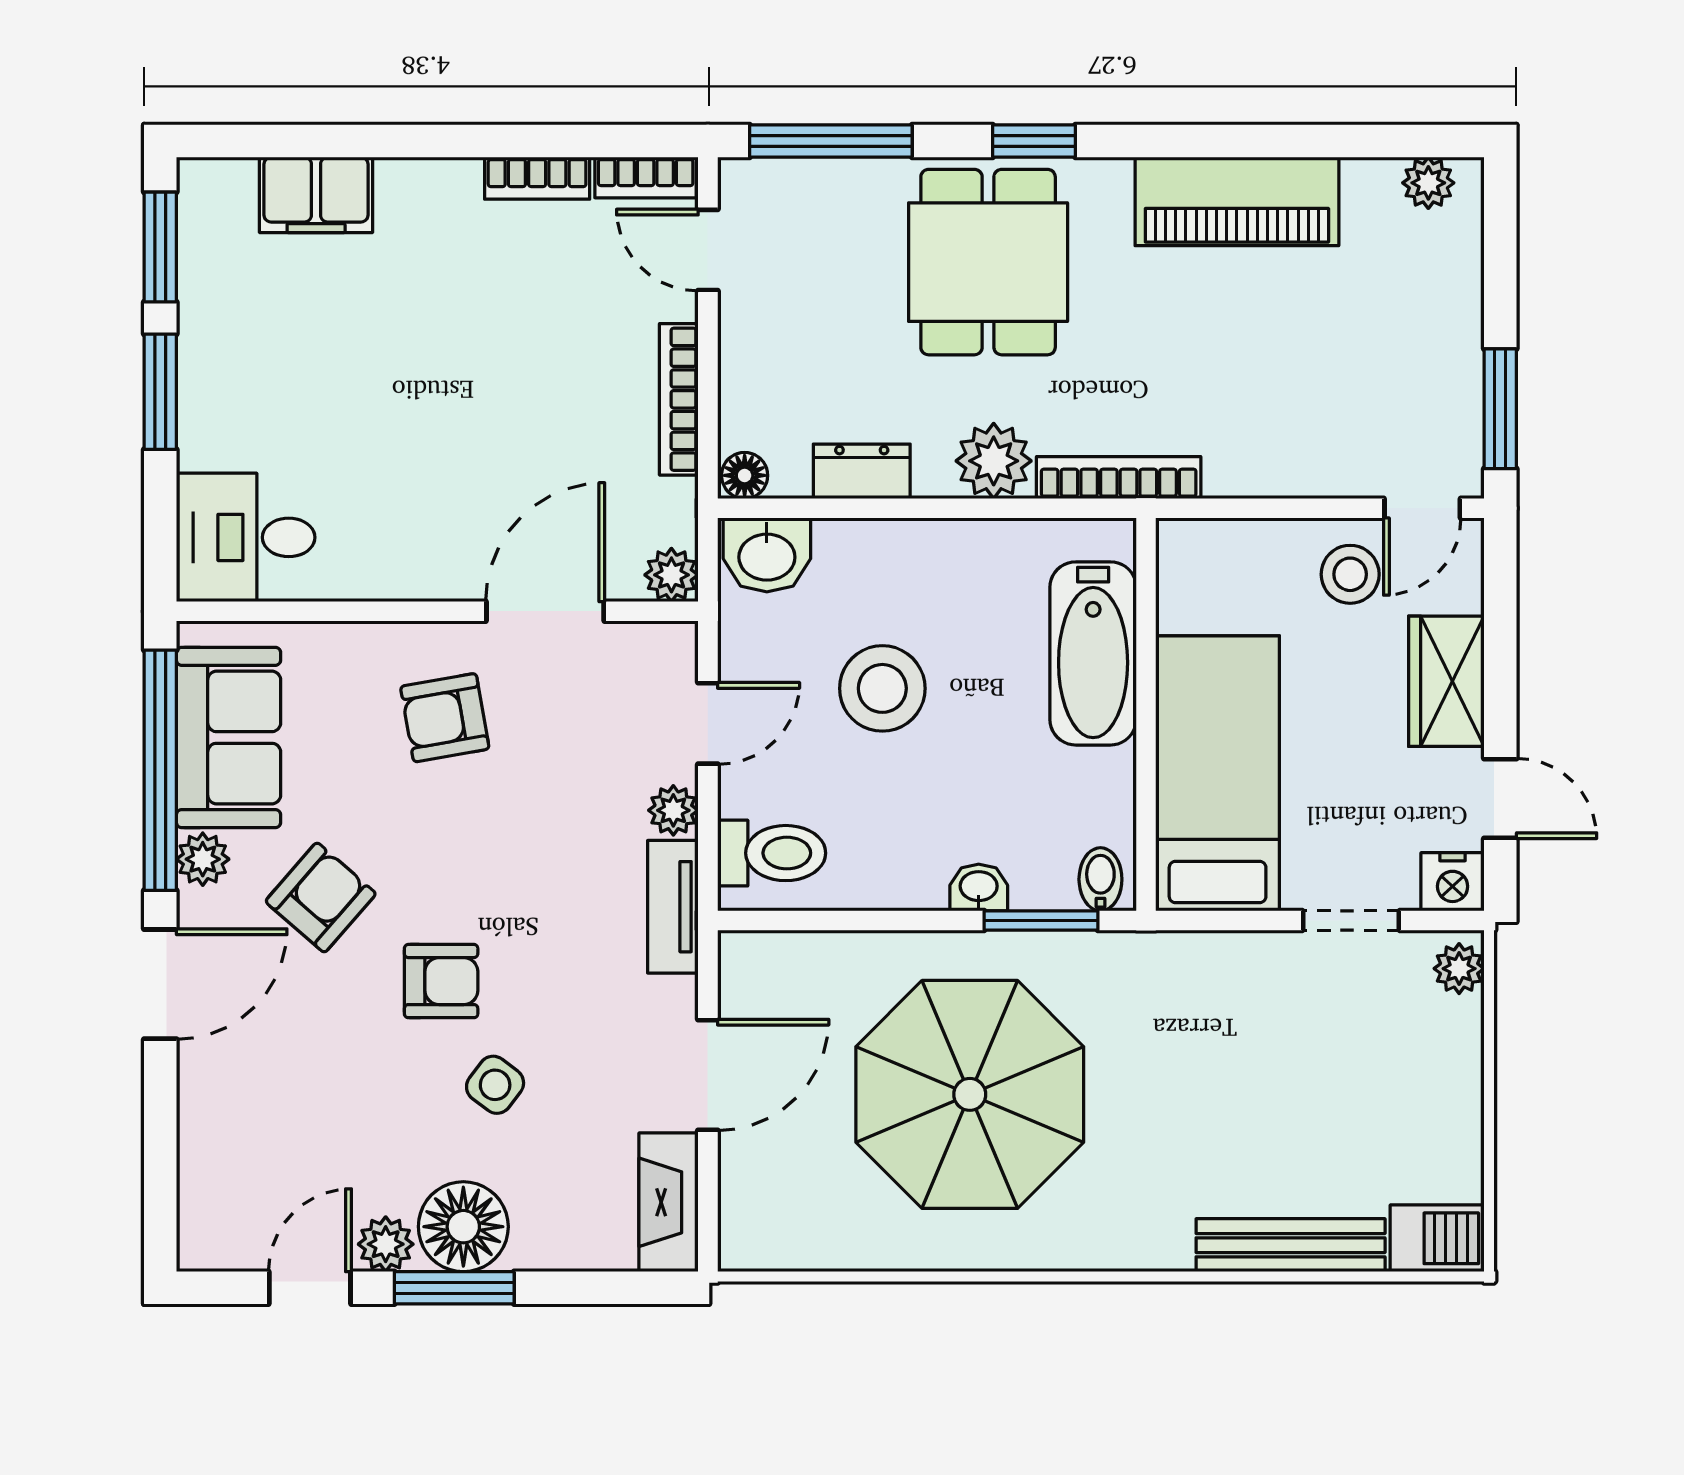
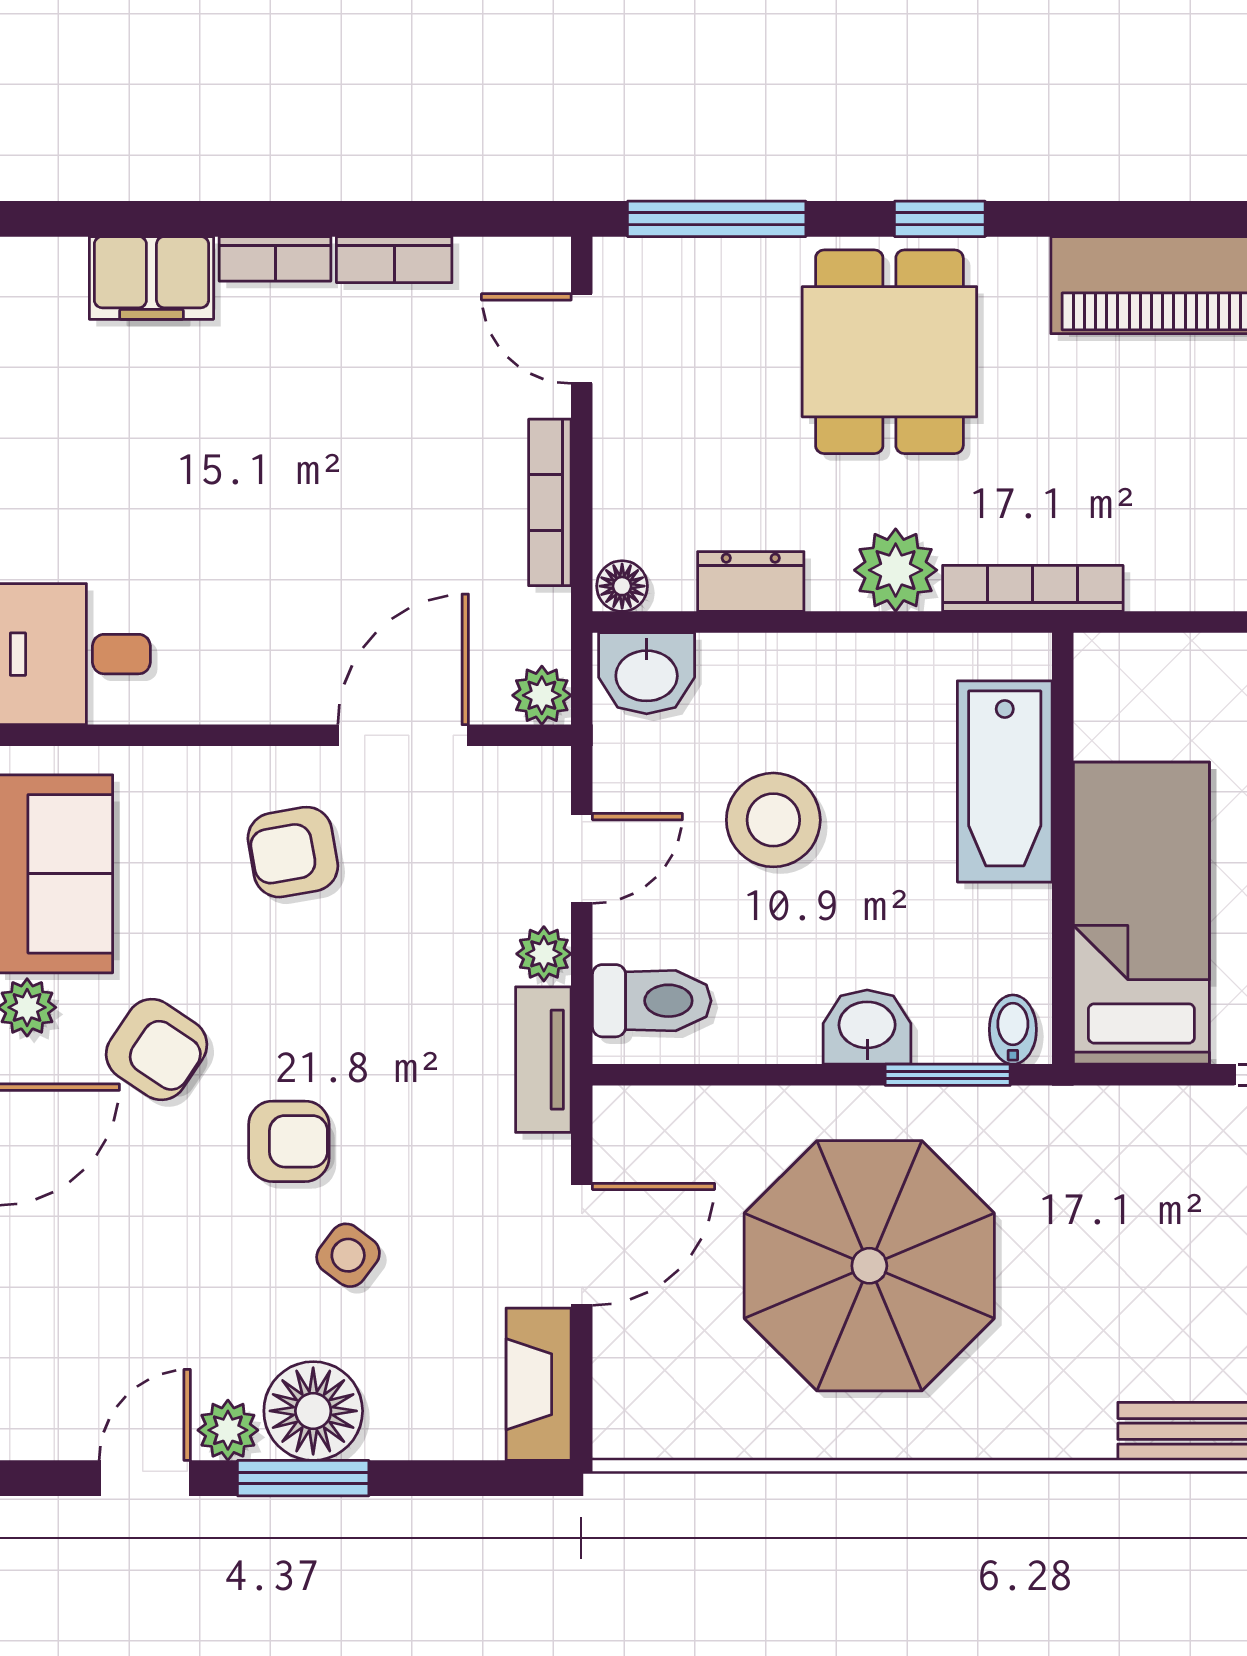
bookcase: (646, 177) -> (275, 259), moved
washbasin: (979, 888) -> (867, 1027), width x1.38, depth x1.45
armchair: (321, 897) -> (157, 1050), turned 83

